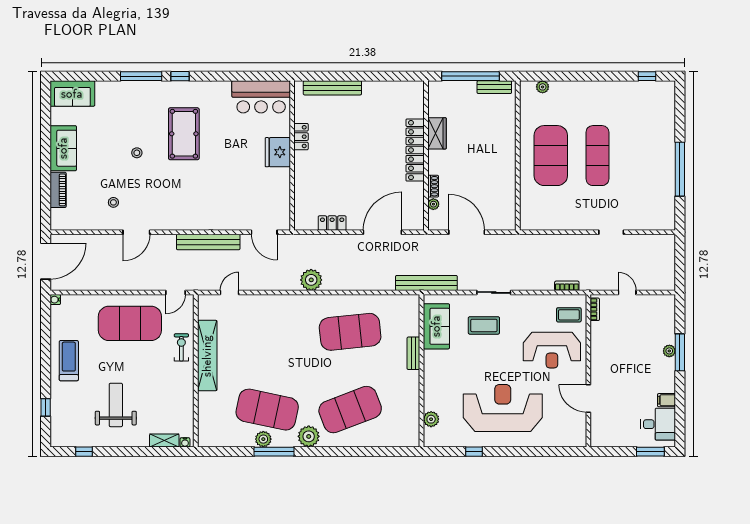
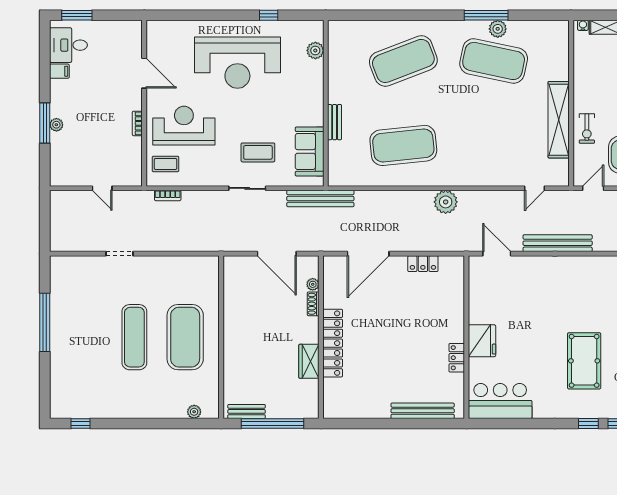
bookcase: (595, 309) -> (137, 123), moved
plant: (309, 436) -> (448, 32), removed

